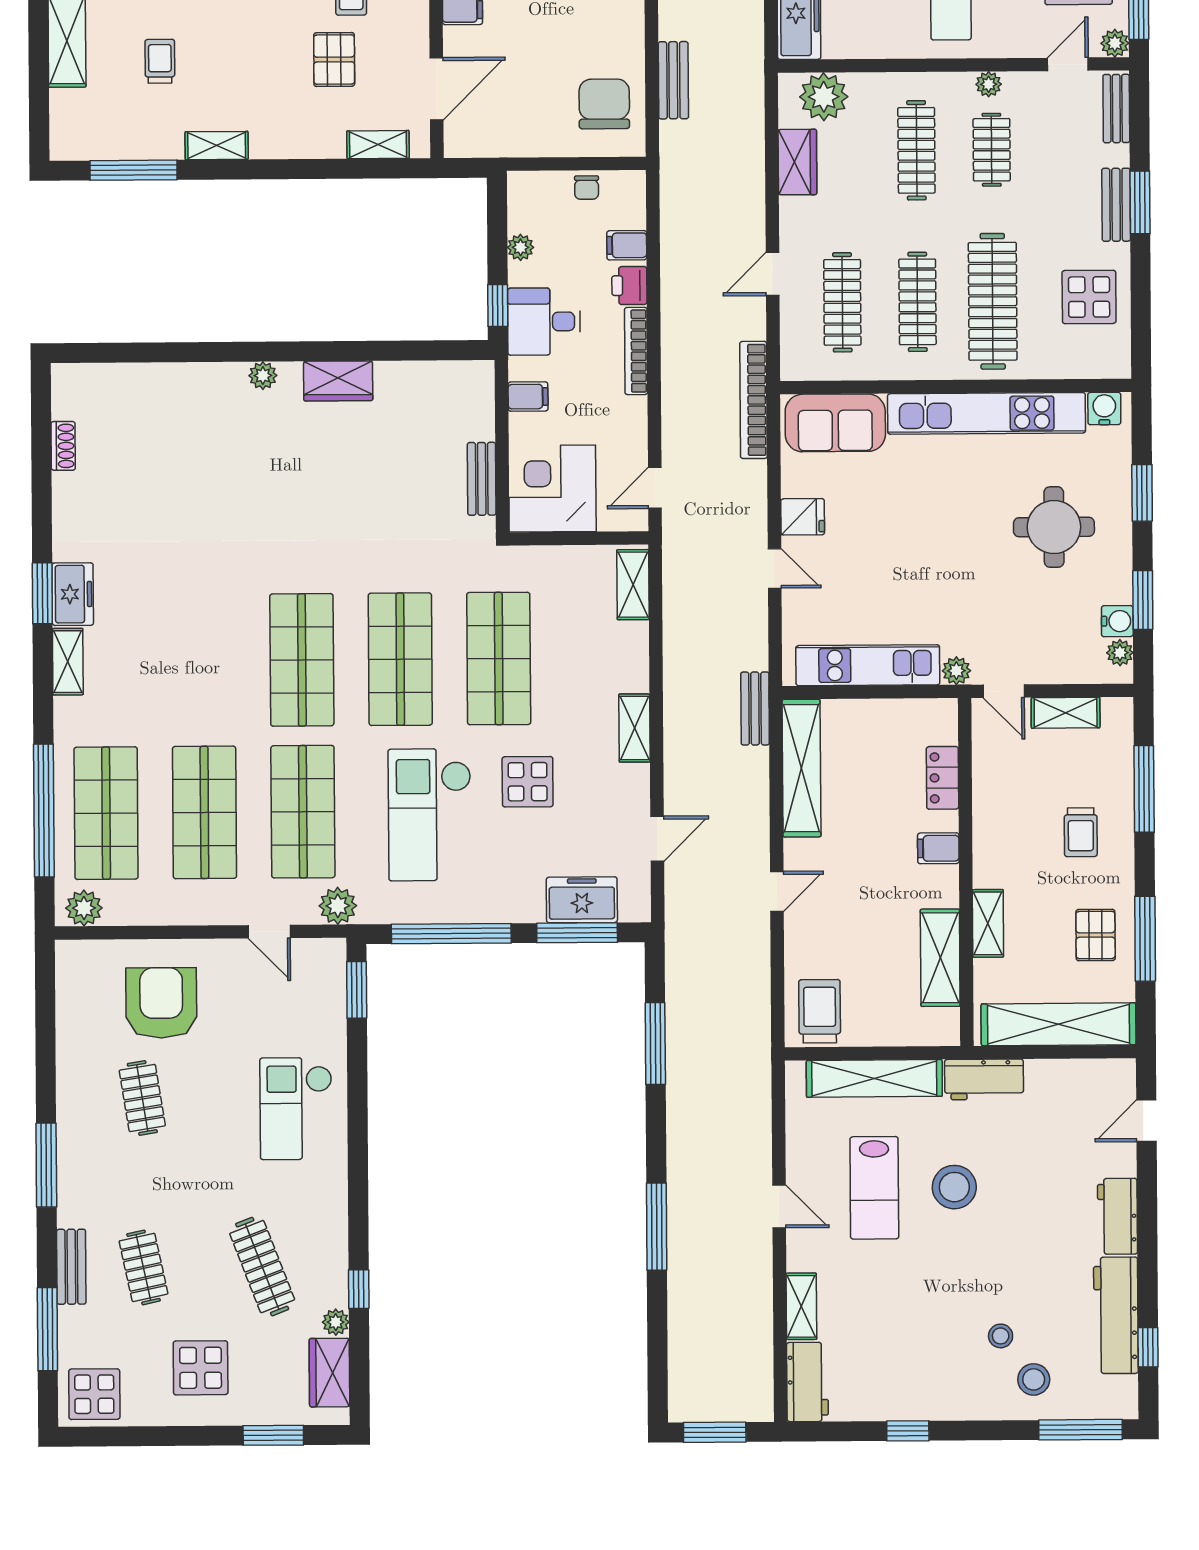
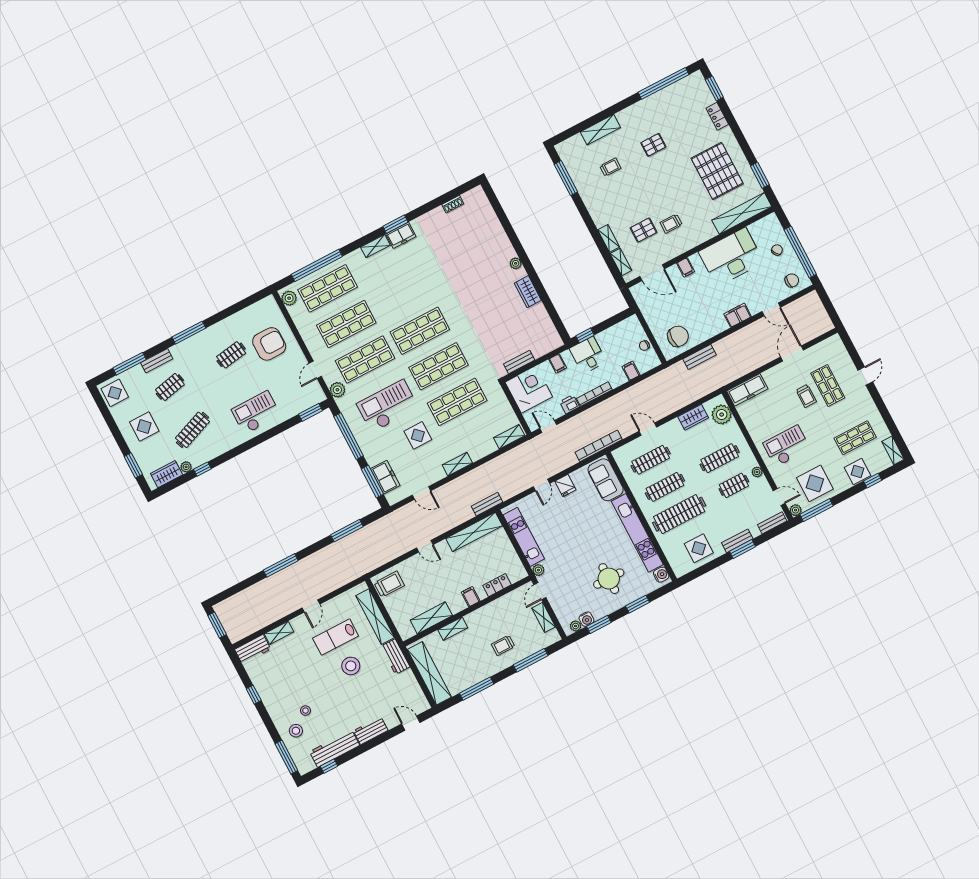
shelving: (217, 146) -> (609, 238), moved
plant: (520, 247) -> (610, 333), removed
printer: (629, 286) -> (570, 404), moved
pallet: (1096, 935) -> (469, 670), removed

